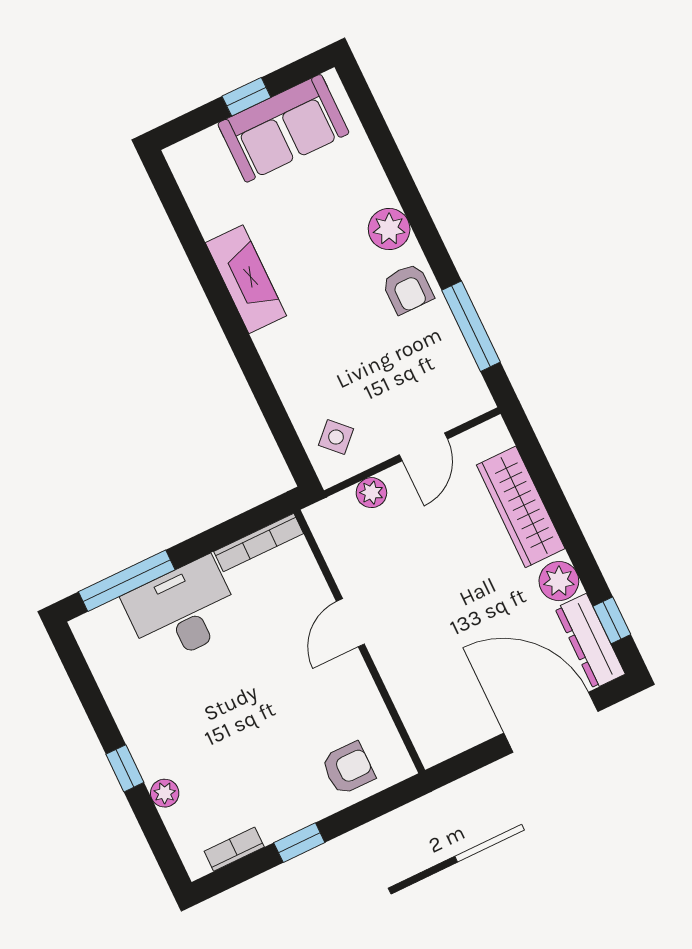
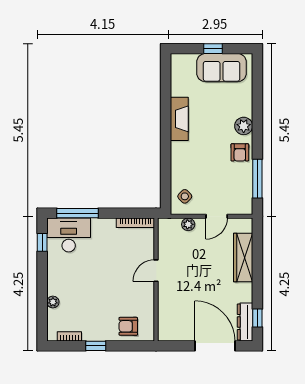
plant: (559, 581) -> (244, 293), removed
desk: (182, 611) -> (69, 235), moved
window: (125, 768) -> (42, 242), moved
armchair: (348, 768) -> (128, 326), turned 180

